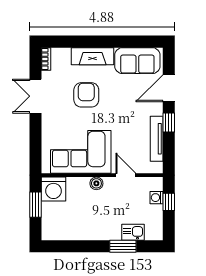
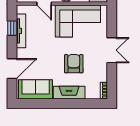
armchair: (86, 95) -> (74, 64), turned 180
double door: (35, 96) -> (112, 50), moved
window: (169, 122) -> (12, 28), moved

